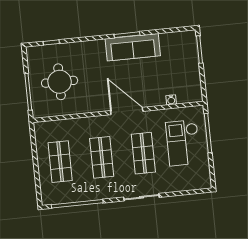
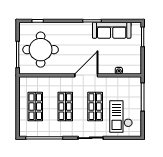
sofa: (133, 47) -> (112, 30), moved
round table: (60, 82) -> (41, 50), width x1.36, depth x1.36
door: (127, 111) -> (86, 75), hinge flipped
checkout: (183, 143) -> (121, 116), moved

